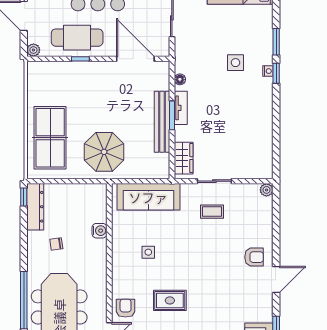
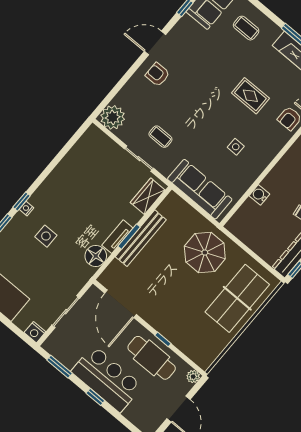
floor lamp: (180, 79) -> (96, 256), width x1.89, depth x1.89
plant: (266, 190) -> (113, 117), width x1.87, depth x1.87

